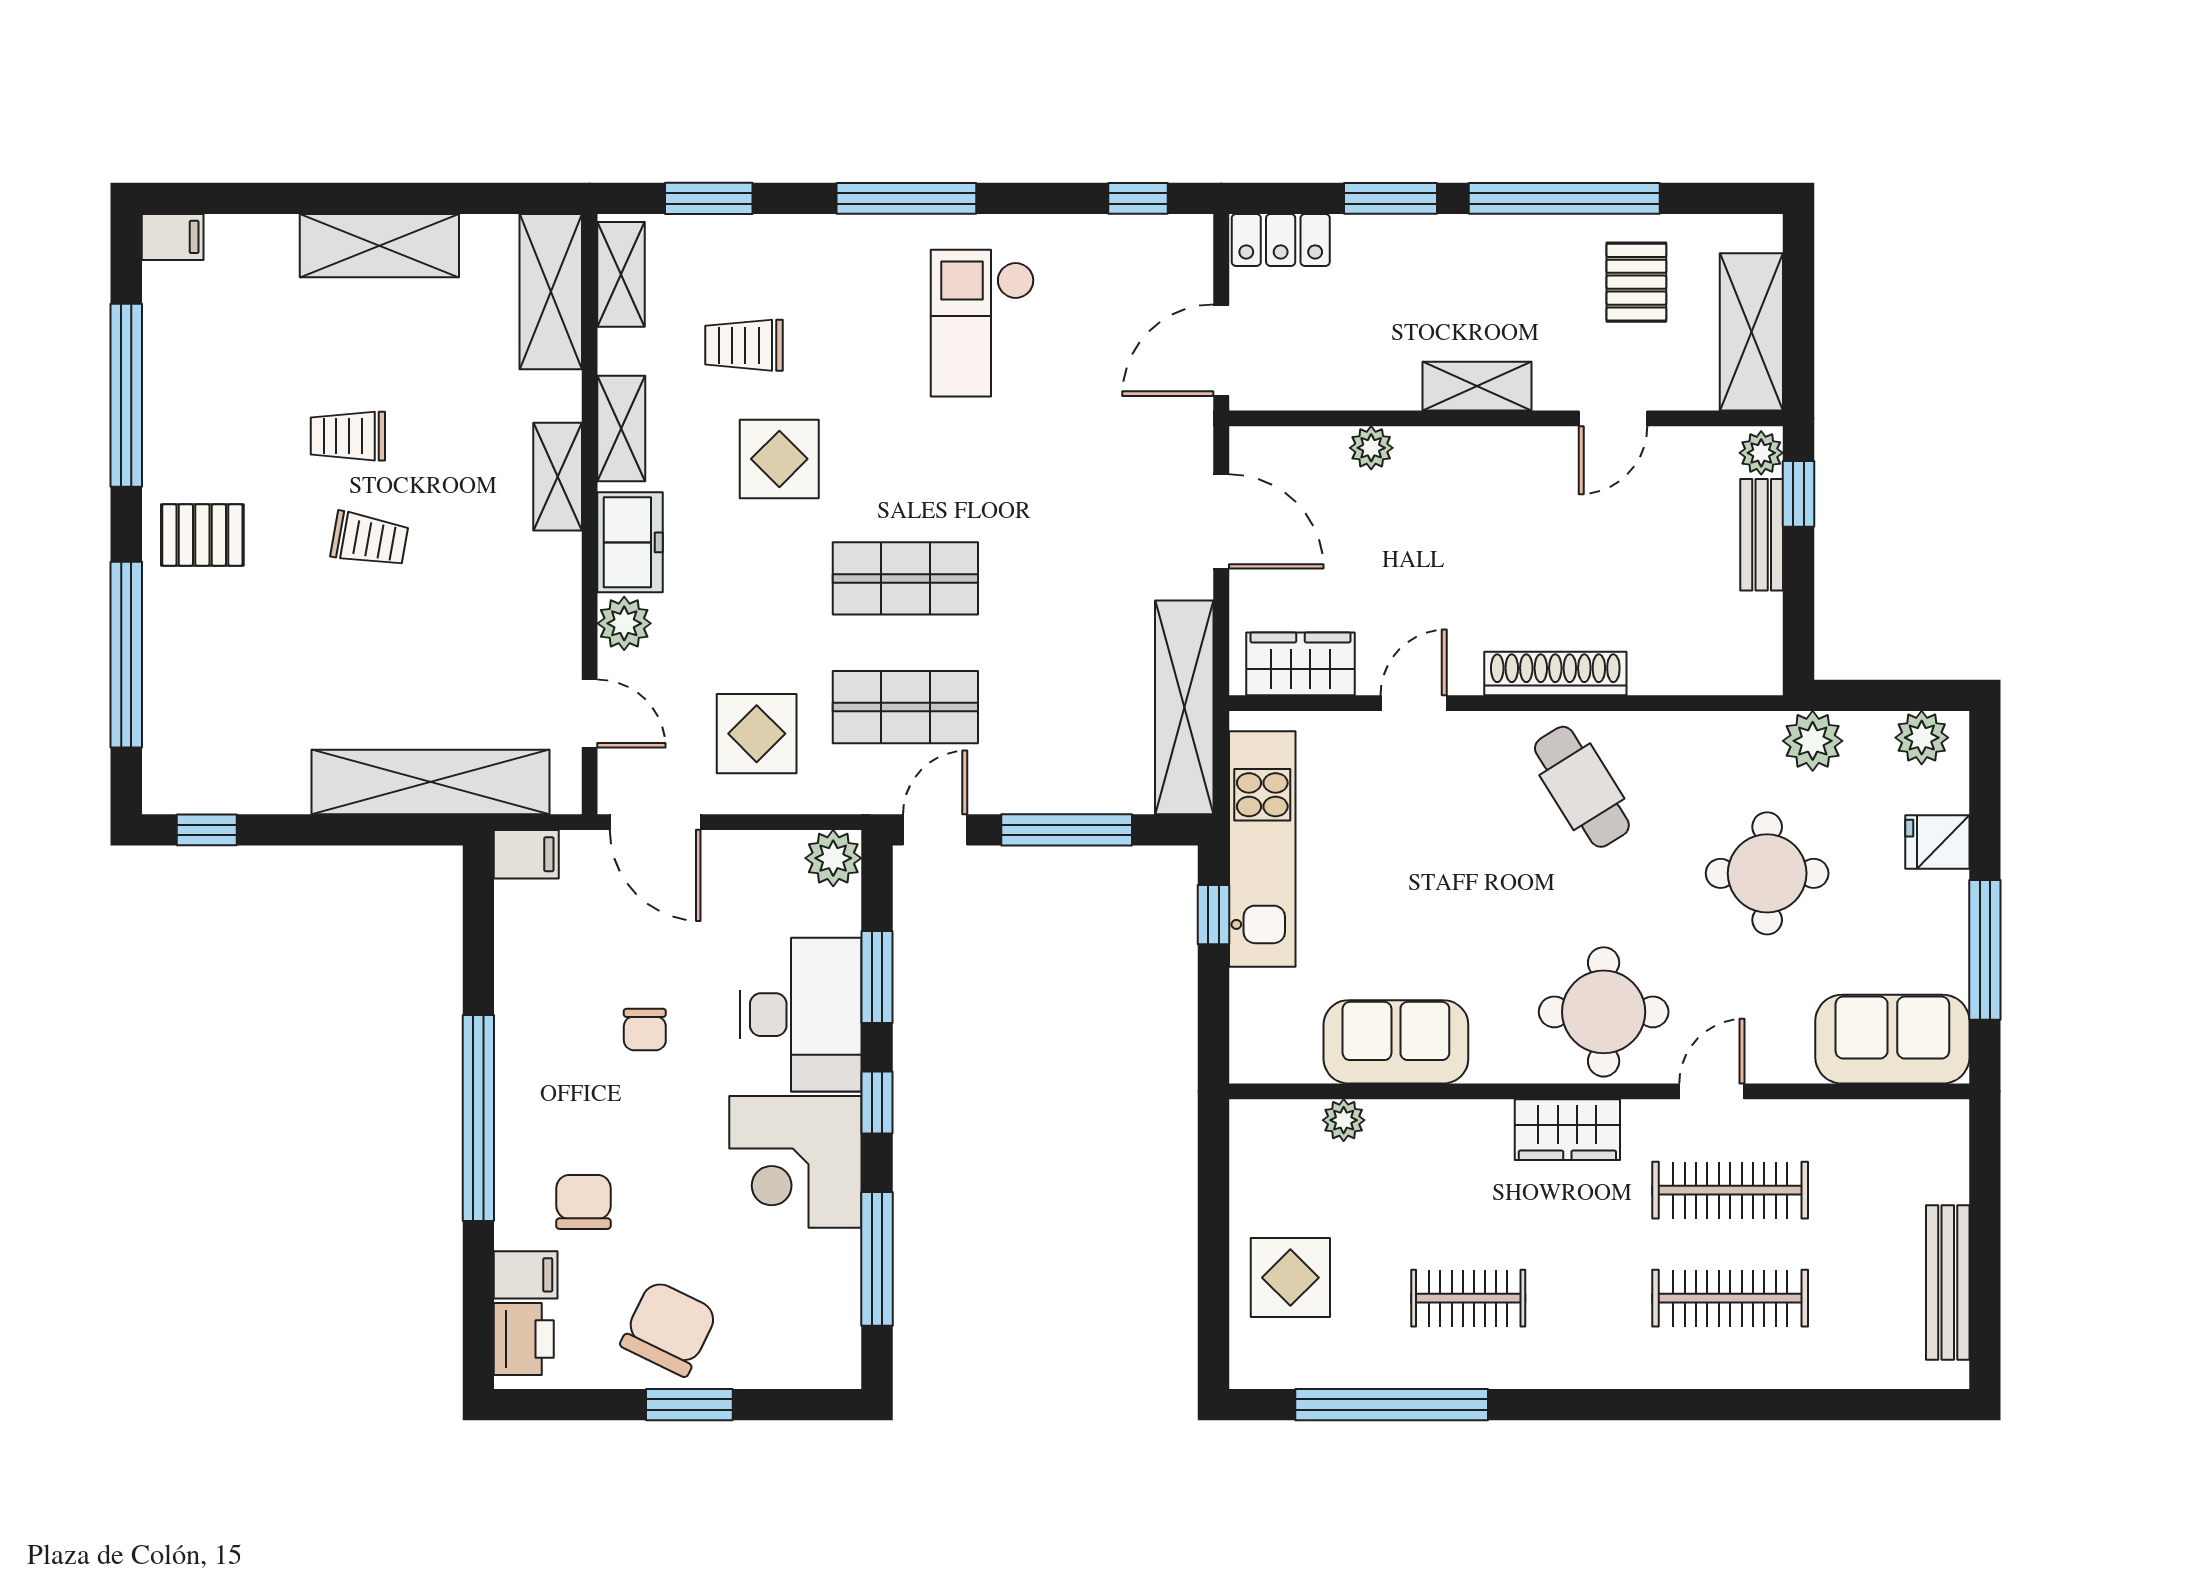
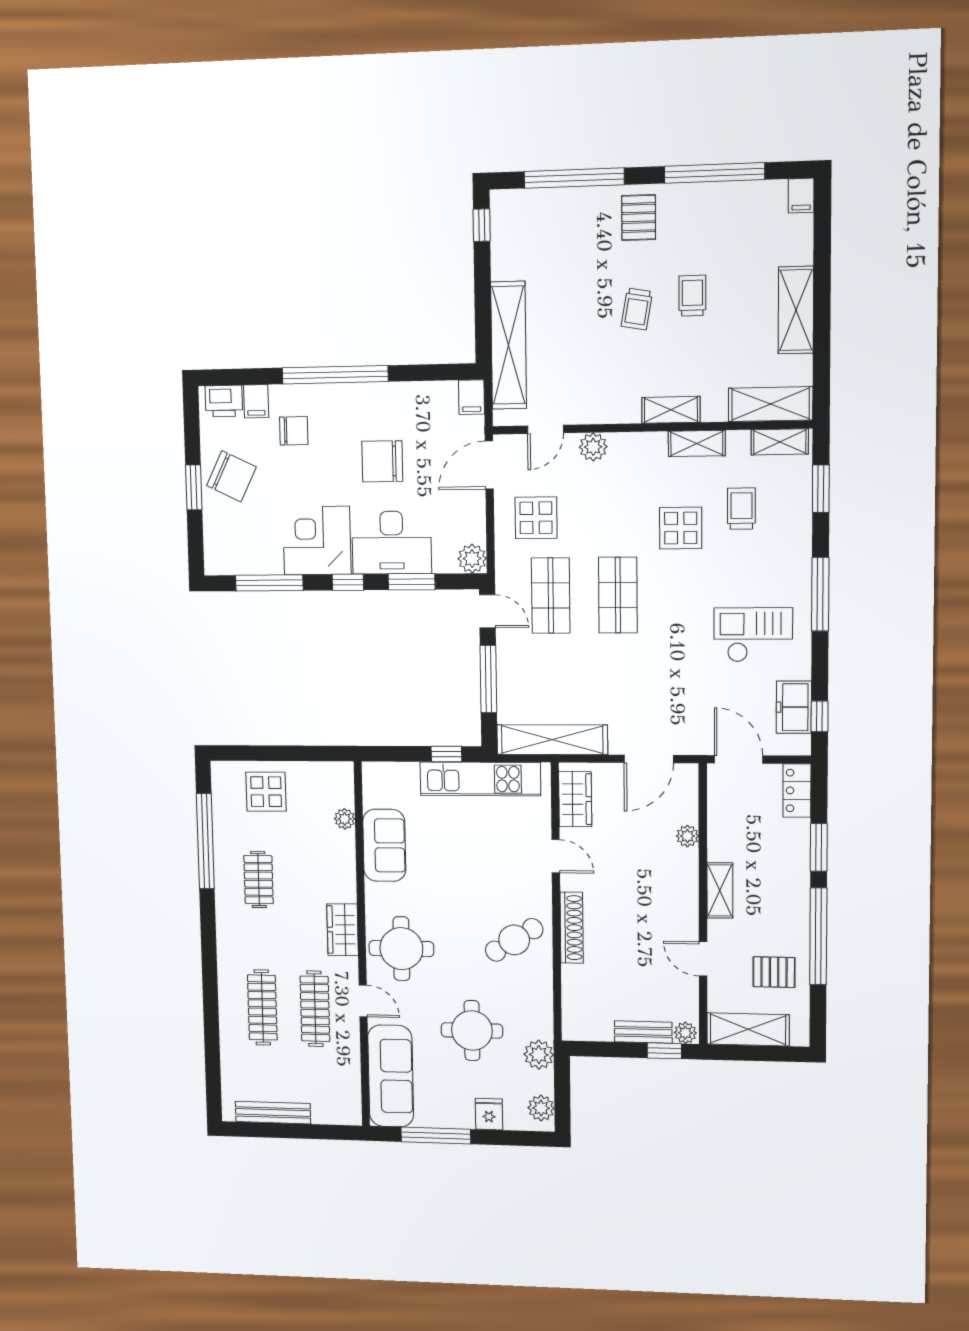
freezer: (630, 542) -> (794, 707), moved, turned 90
chair: (645, 1030) -> (382, 461), width x1.87, depth x1.87
sofa: (1892, 1039) -> (391, 1076), width x1.36

